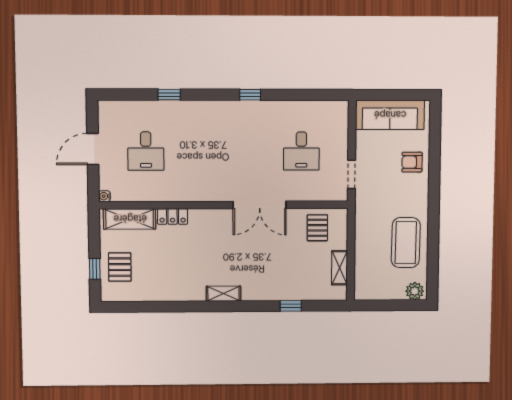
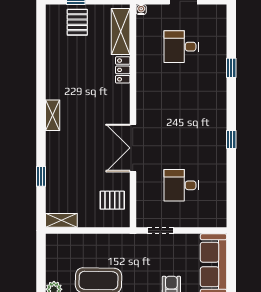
pallet: (120, 267) -> (77, 22), turned 90
shelving: (339, 268) -> (61, 220), moved

